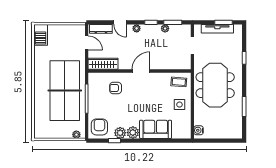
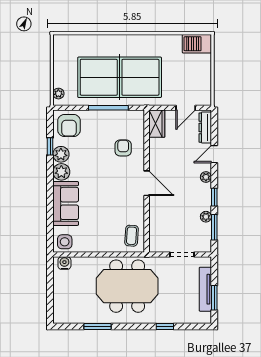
wardrobe: (103, 64) -> (157, 124), width x0.67
side table: (179, 105) -> (65, 242), moved
armchair: (99, 127) -> (69, 125), turned 90

